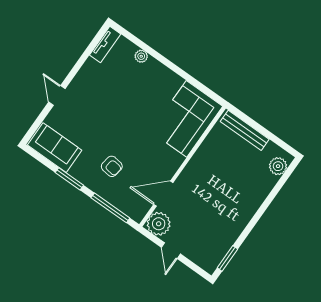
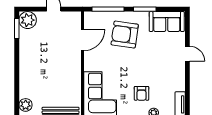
armchair: (139, 87) -> (142, 93), added
armchair: (112, 166) -> (125, 35), width x1.88, depth x1.88
plant: (159, 224) -> (28, 20), moved

